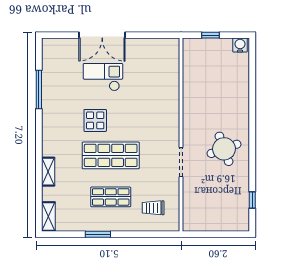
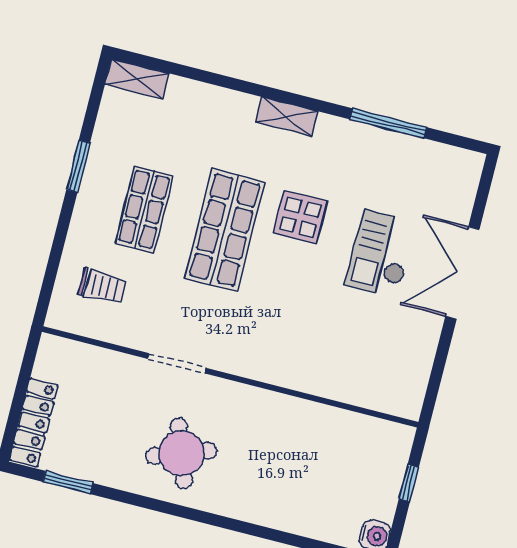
checkout: (103, 77) -> (381, 254), turned 180
shelving: (48, 172) -> (287, 117), moved
window: (252, 200) -> (68, 483), width x1.50
trolley: (153, 208) -> (102, 286), turned 90
locker: (227, 224) -> (34, 423), added

